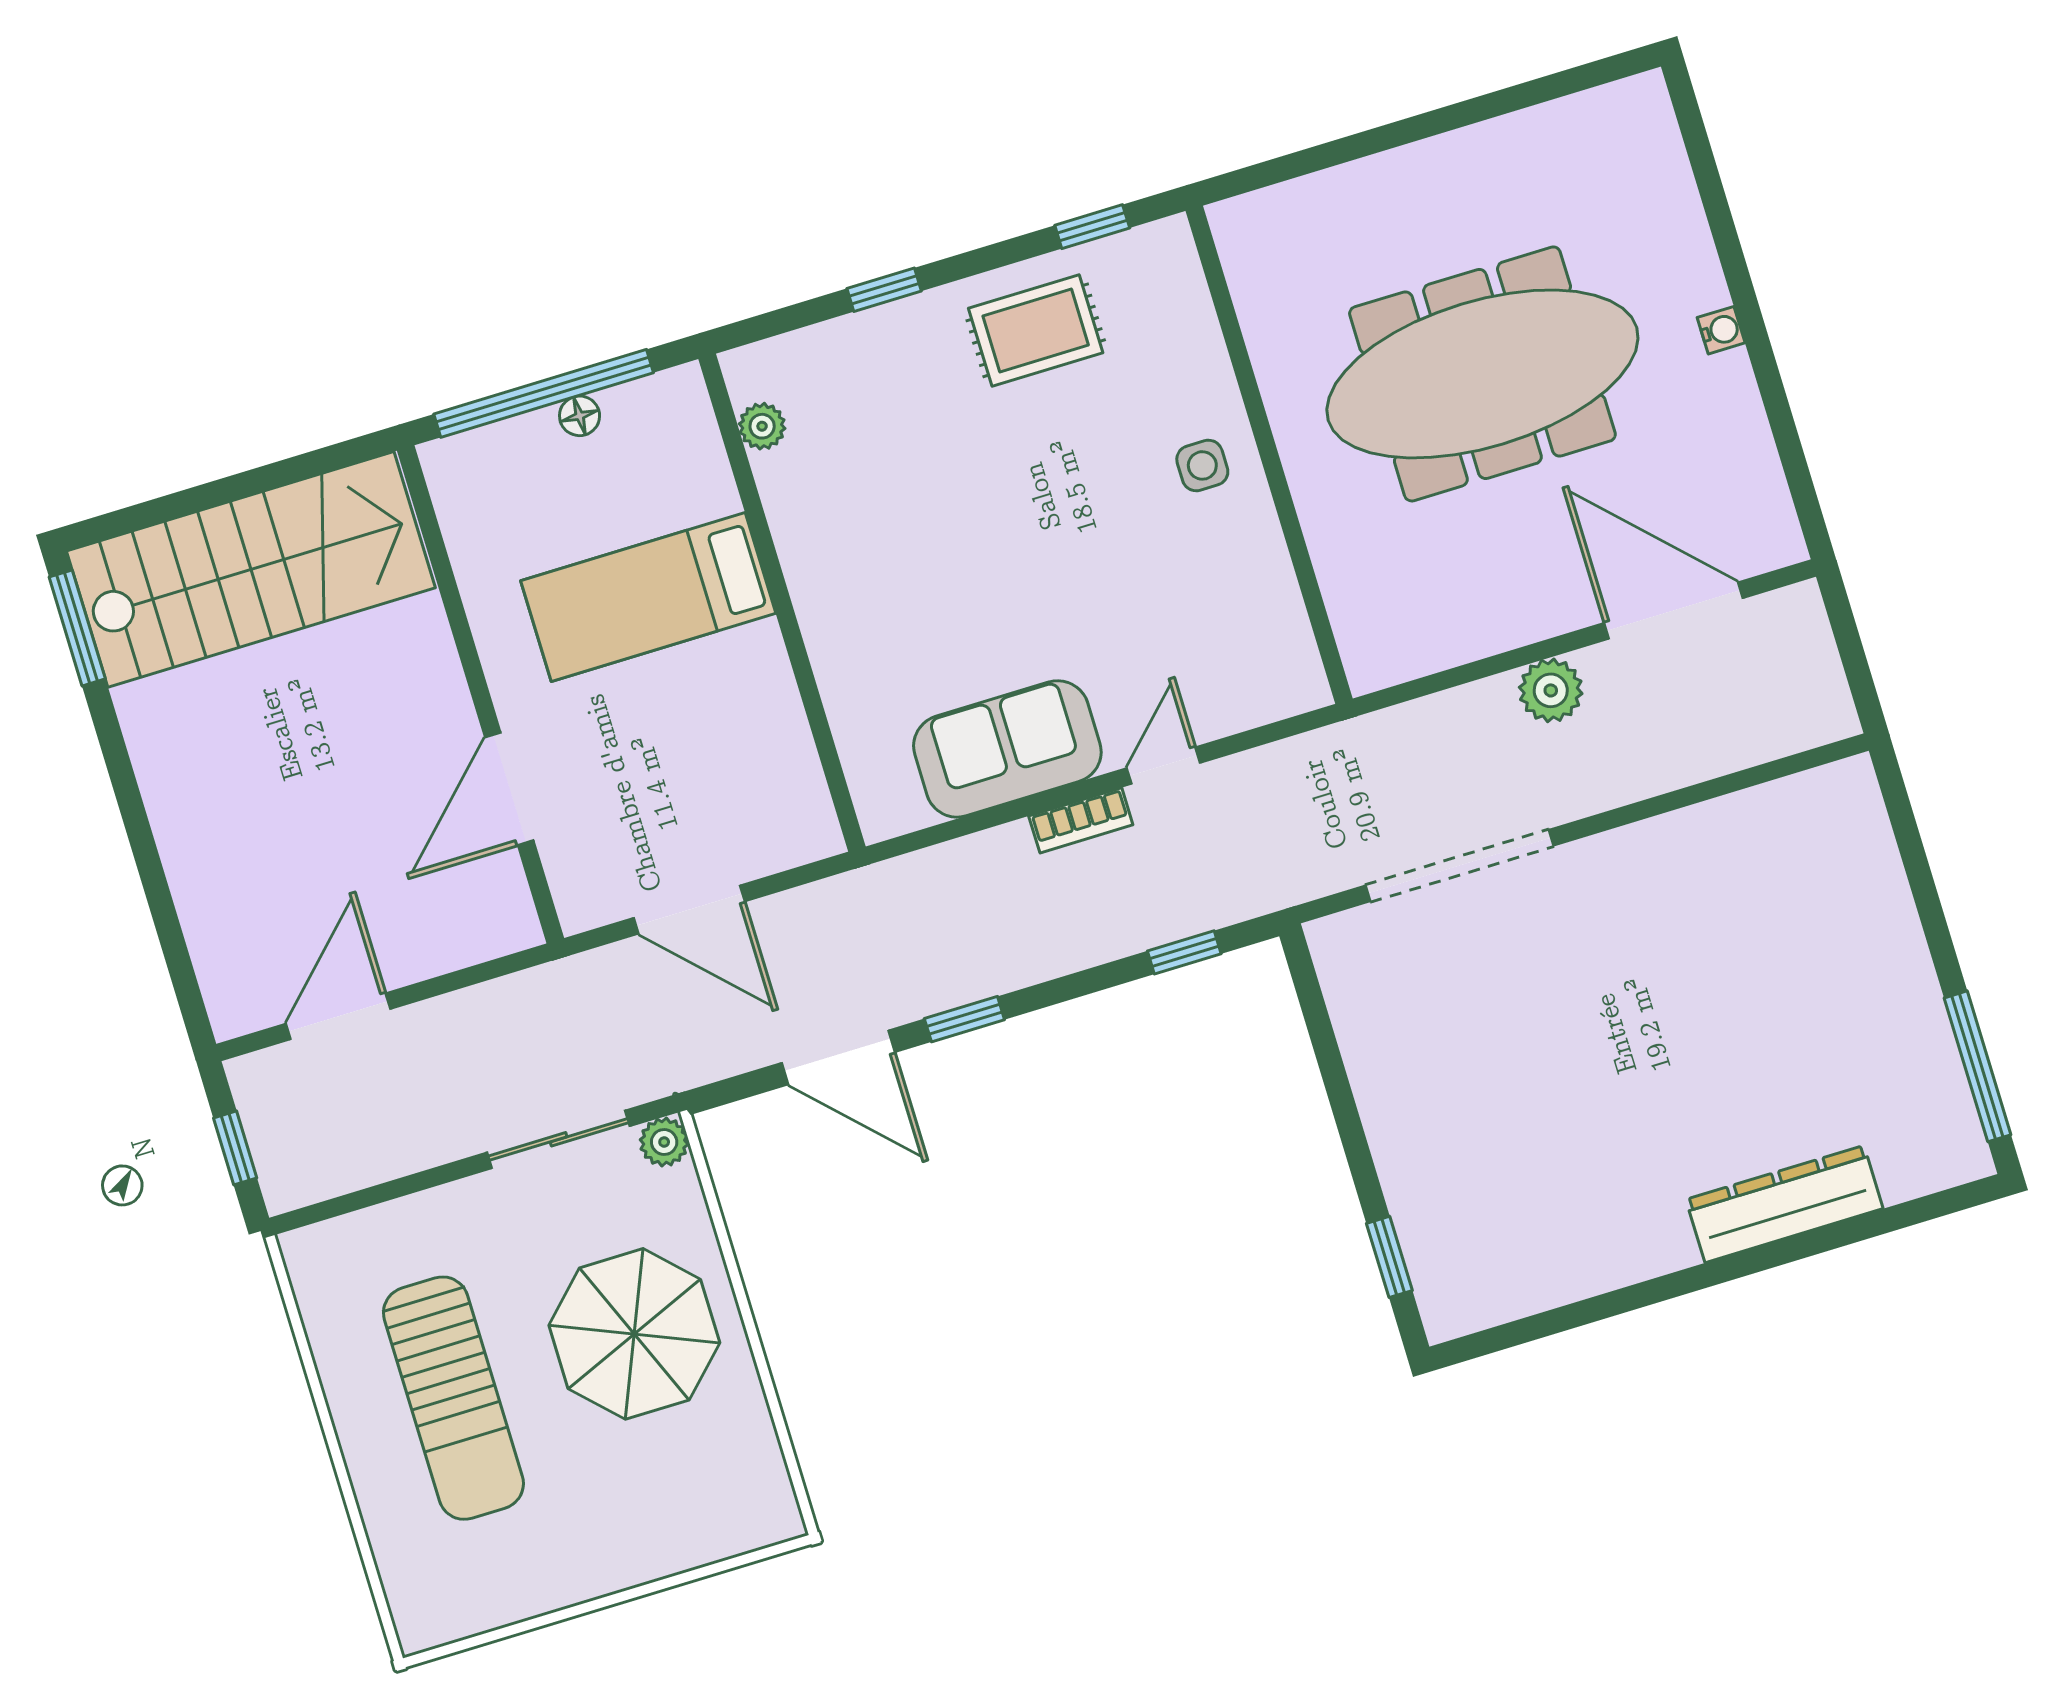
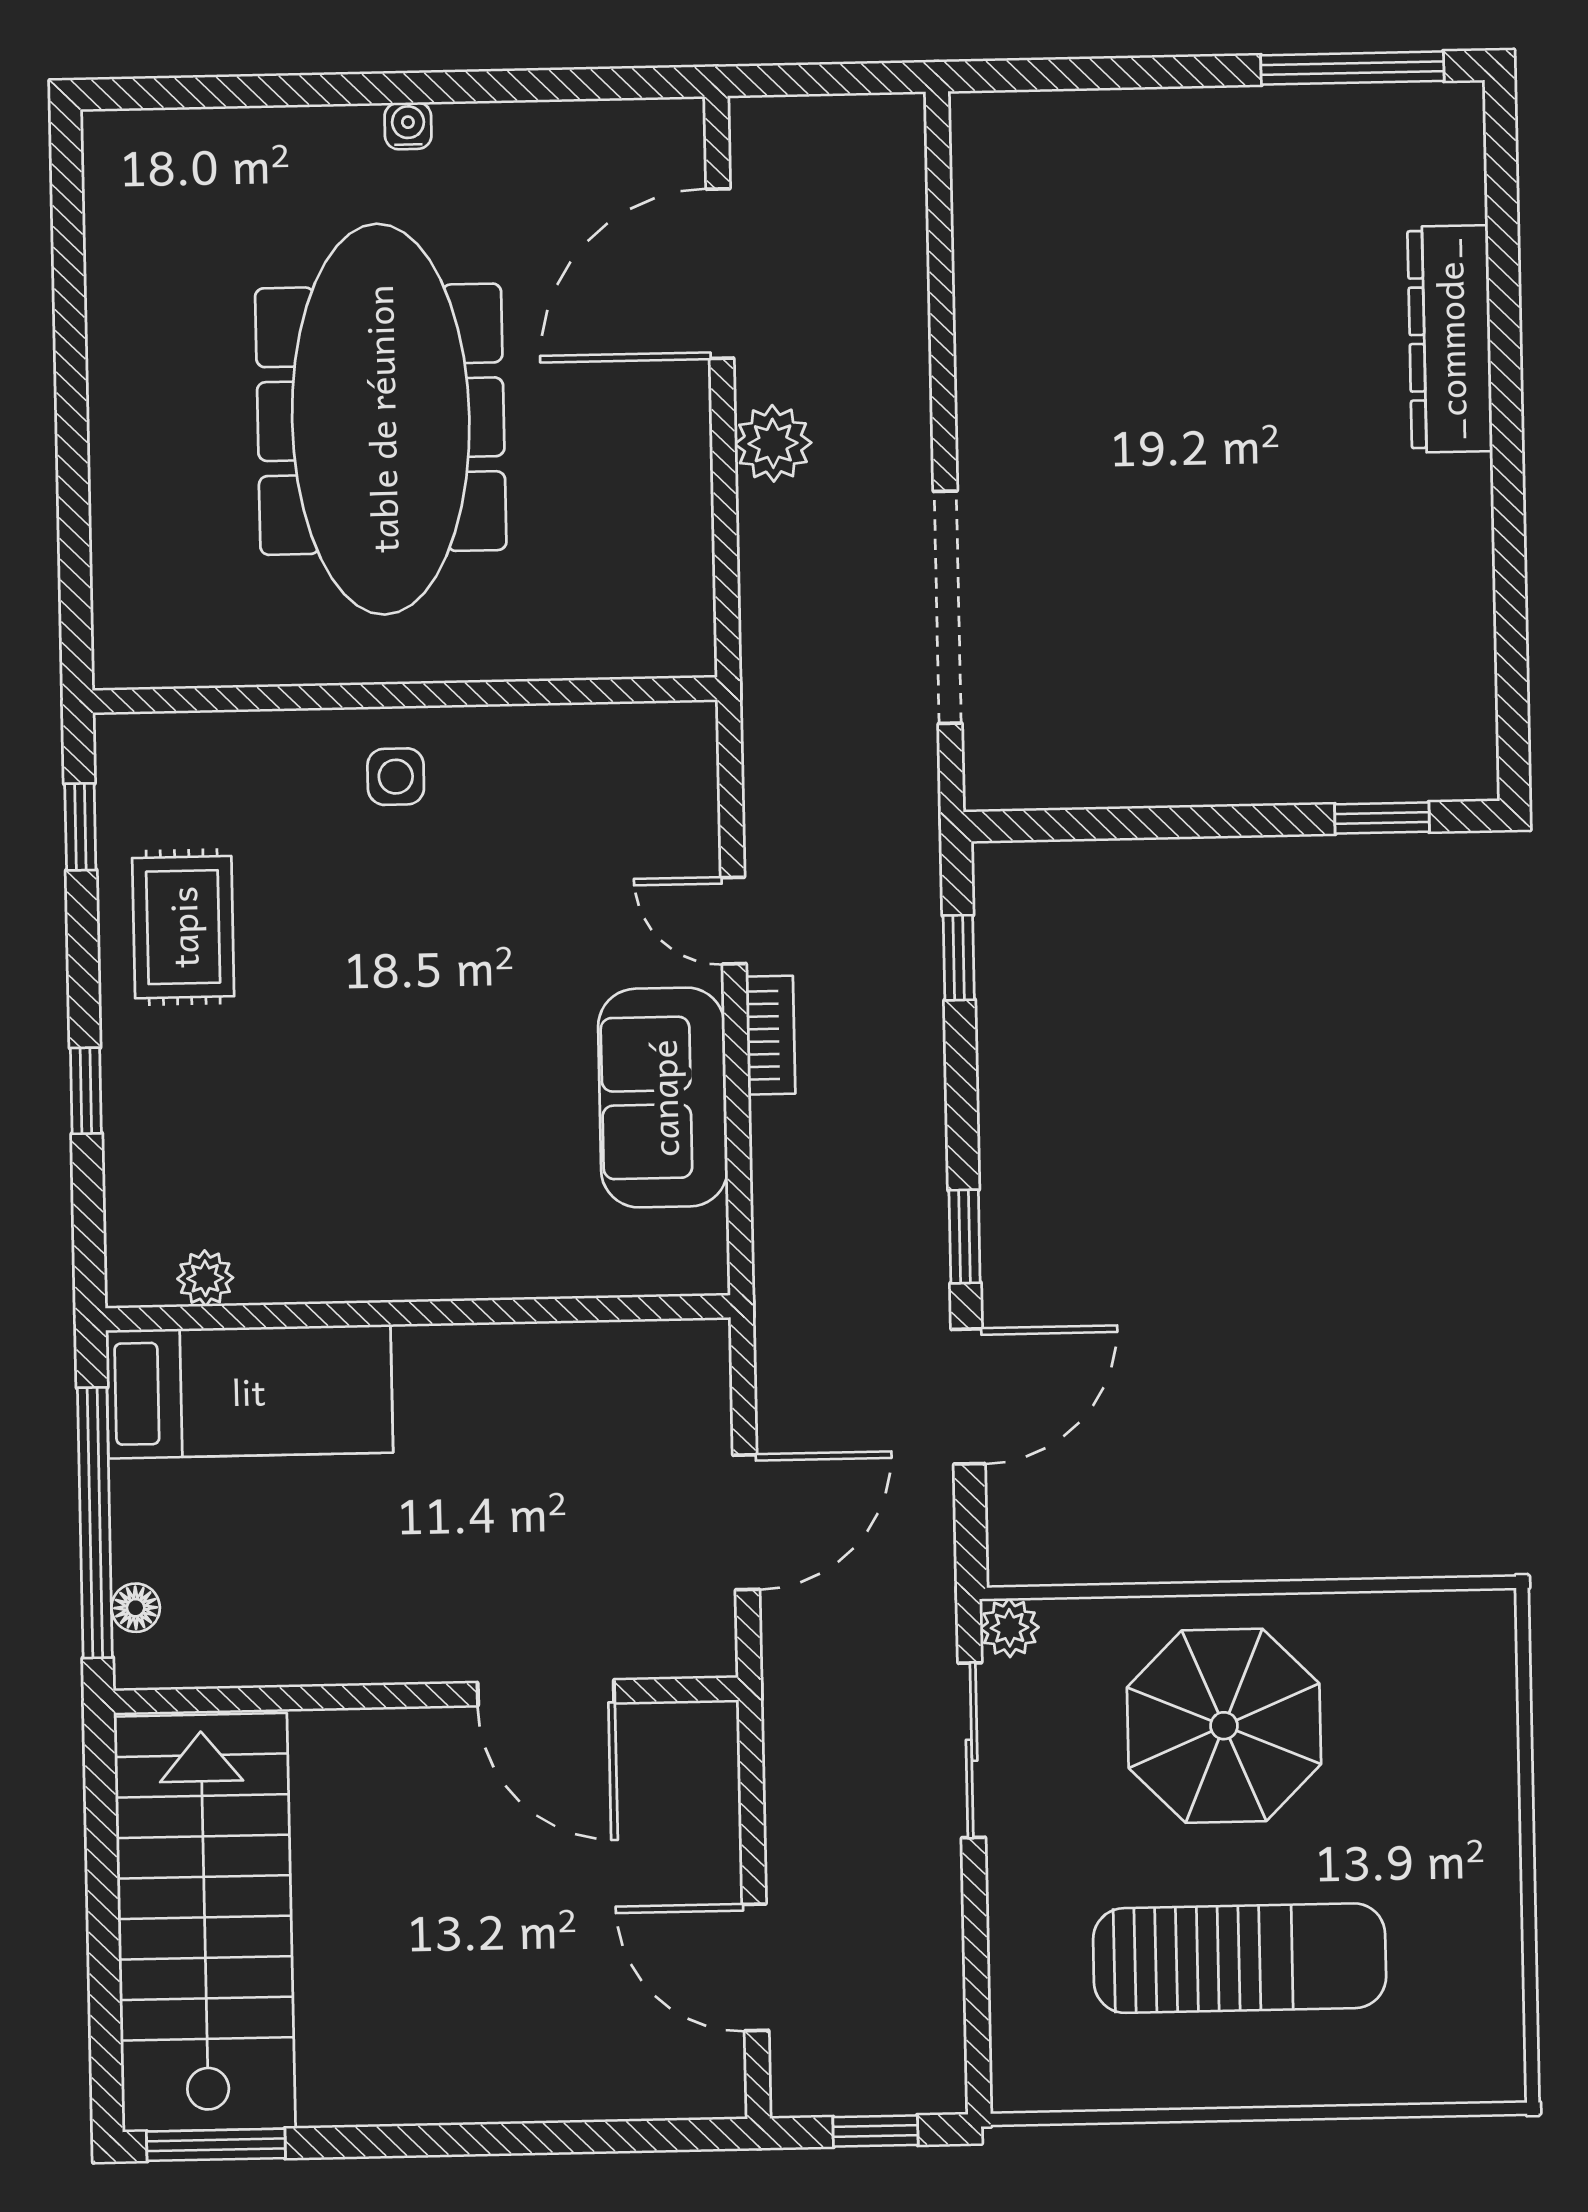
floor lamp: (580, 416) -> (136, 1608), moved
bed: (648, 597) -> (249, 1391), moved, turned -90

